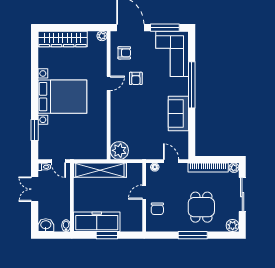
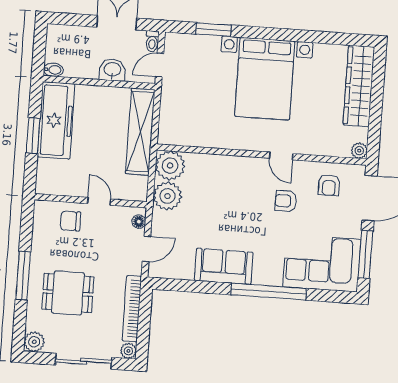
plant: (138, 151) -> (167, 196), added
washbasin: (46, 225) -> (112, 70), moved, turned -90

